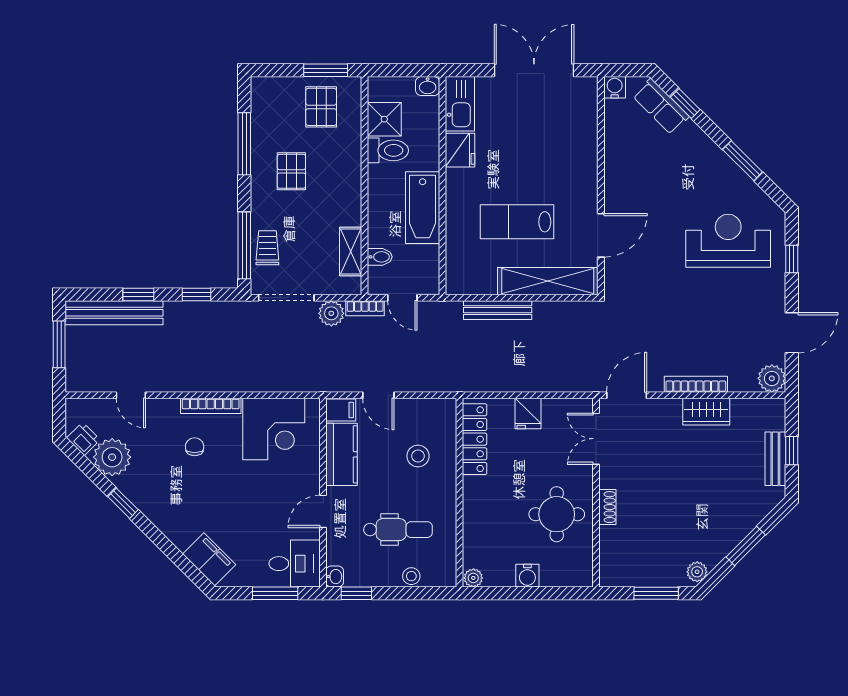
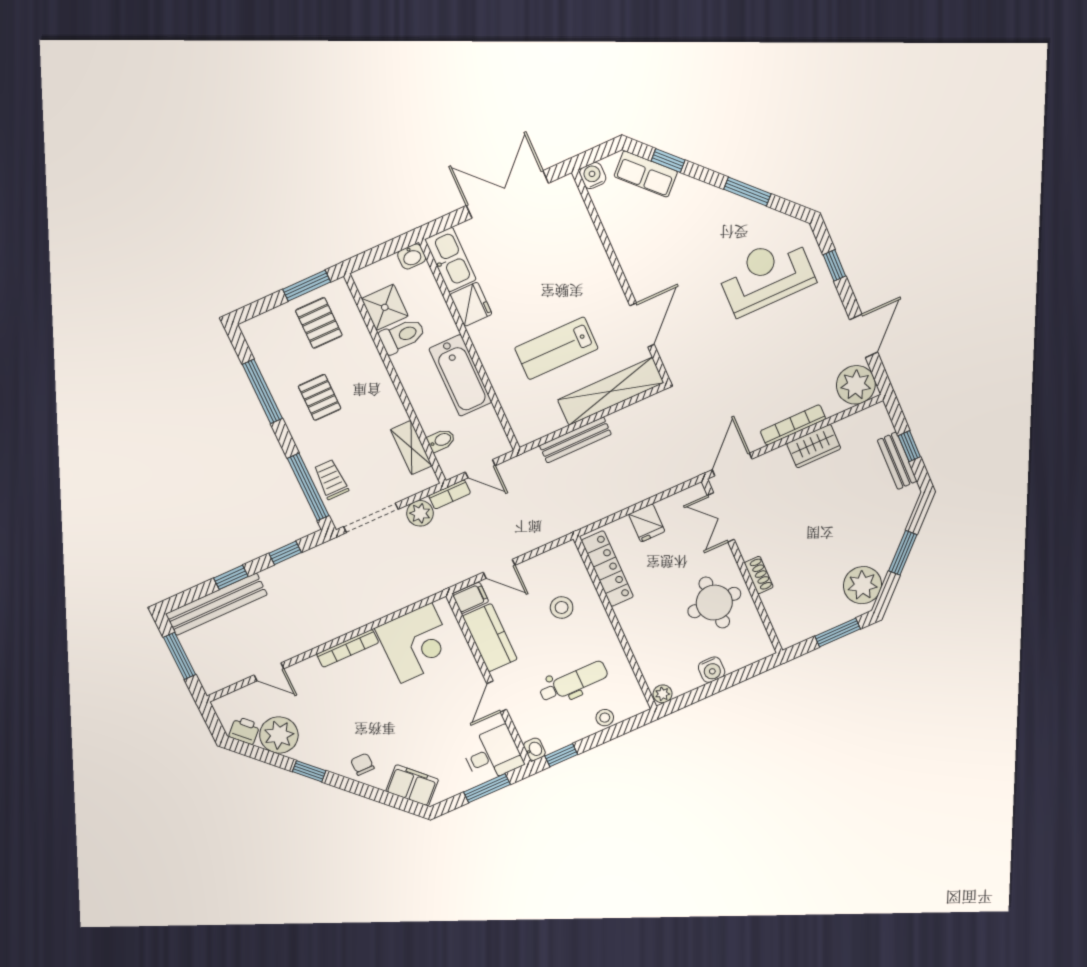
plant: (772, 378) -> (856, 385), width x1.36, depth x1.36
chair: (195, 447) -> (362, 764), moved
plant: (697, 572) -> (862, 585), width x1.88, depth x1.88

